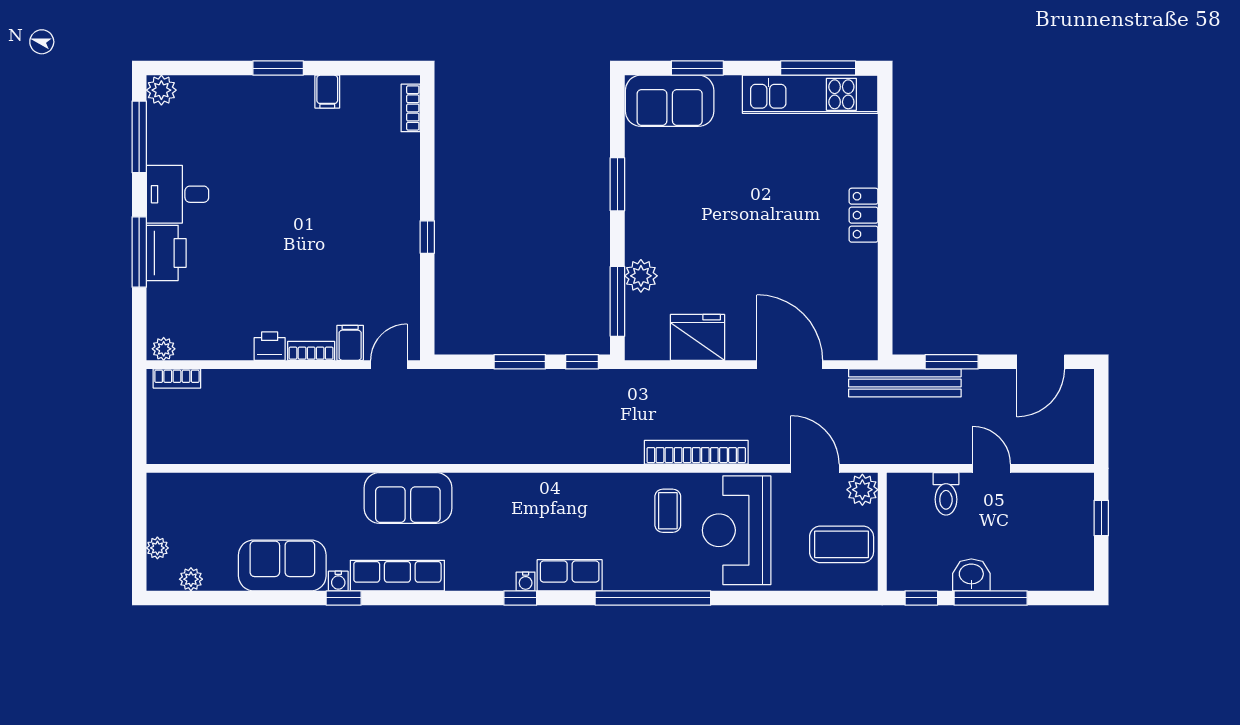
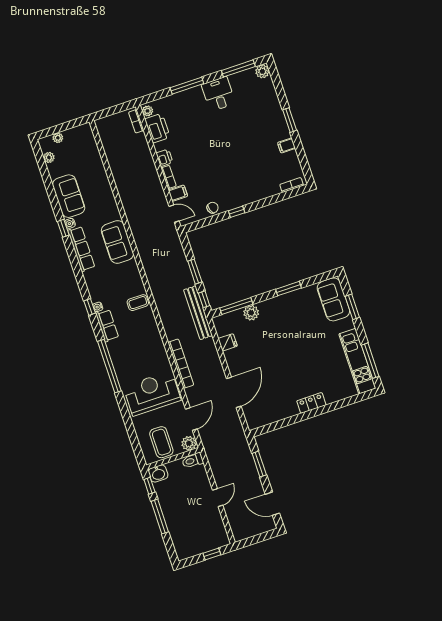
printer: (166, 253) -> (157, 128), moved, turned -90
chair: (403, 283) -> (213, 208), added
fridge: (698, 337) -> (228, 342), width x0.53, depth x0.75
bench: (905, 383) -> (198, 313), moved
toilet: (946, 494) -> (193, 460), moved
coffee table: (668, 511) -> (138, 303), moved
washbasin: (971, 575) -> (158, 473), moved, turned 90

